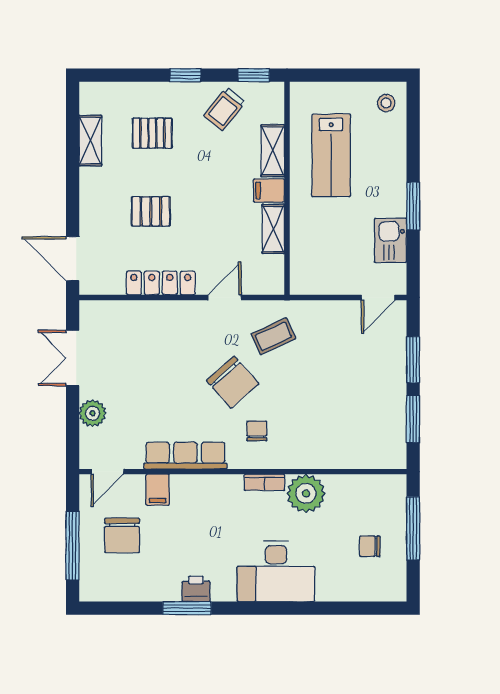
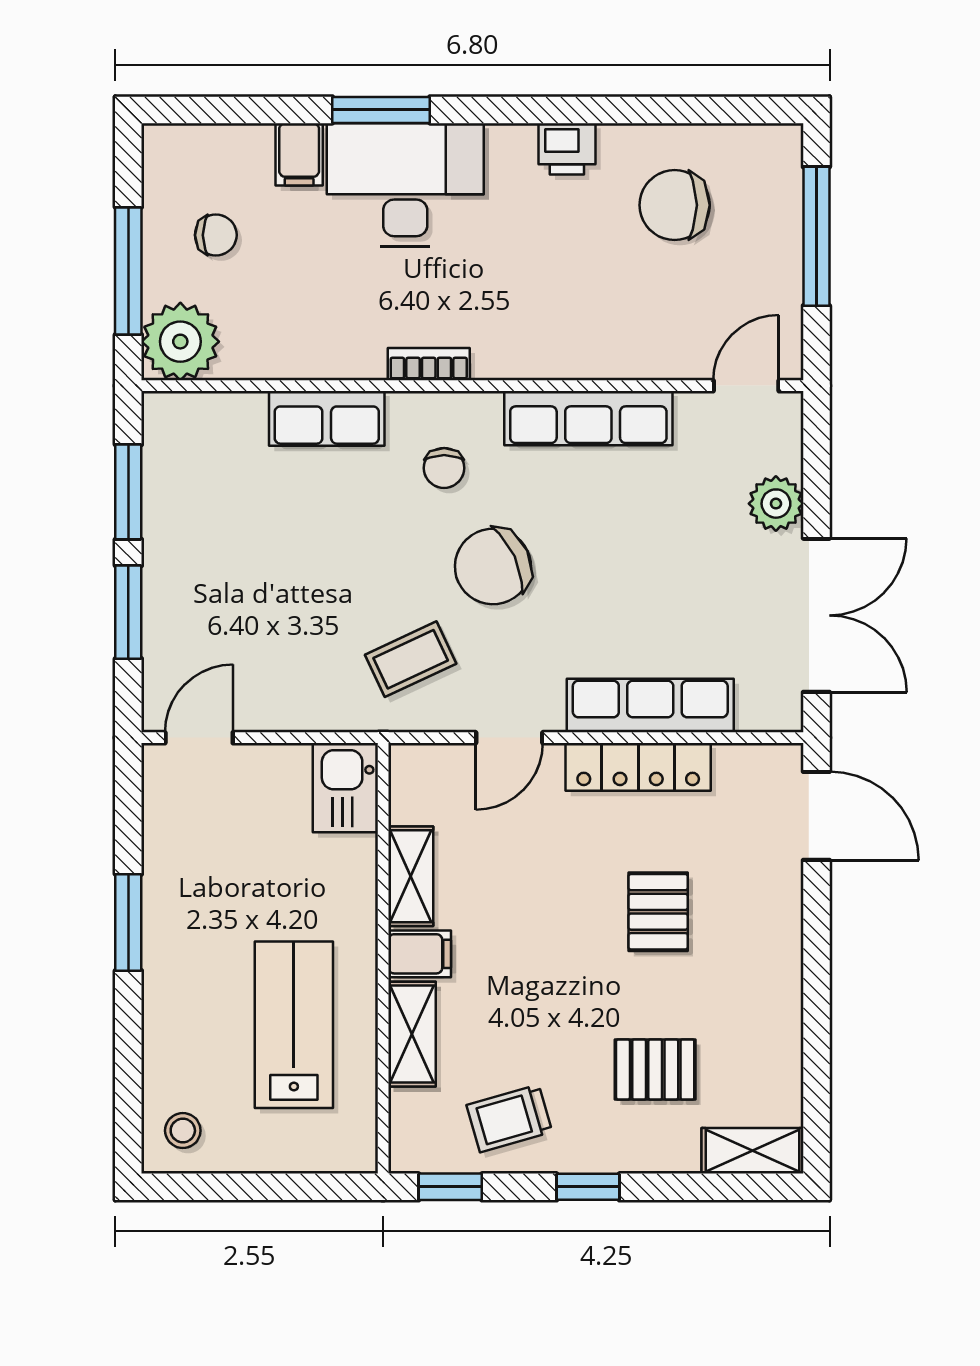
trolley: (225, 109) -> (509, 1118), turned -145
shelving: (90, 141) -> (752, 1151), moved, turned 90
pallet: (151, 211) -> (658, 912), turned 90
kitchen sink: (391, 240) -> (345, 788), moved, turned 180
row of seats: (155, 313) -> (650, 705), added
double door: (73, 358) -> (816, 615), width x1.37
chair: (233, 382) -> (493, 567), turned -73
row of seats: (315, 455) -> (327, 418), added
filing cabinet: (158, 490) -> (299, 154), moved, turned 180
plant: (306, 493) -> (180, 342), moved
chair: (122, 535) -> (675, 205), moved, turned -90
window: (187, 608) -> (381, 110), moved

